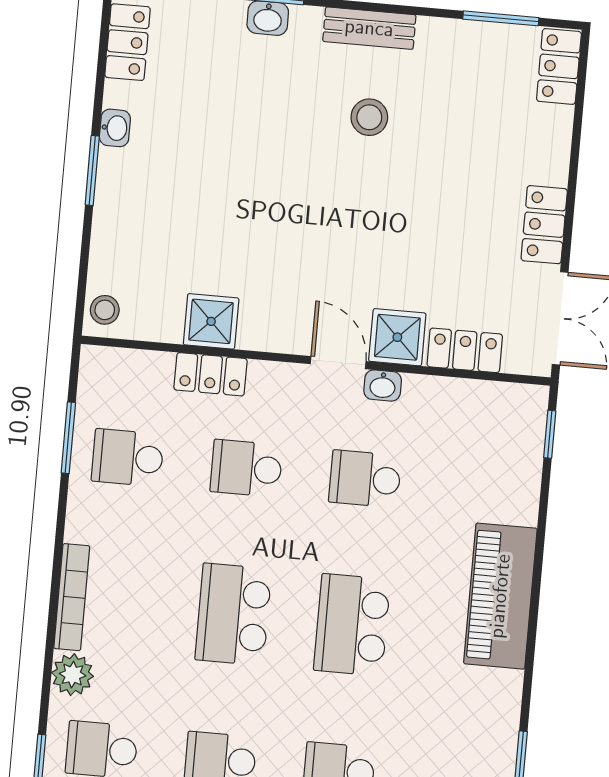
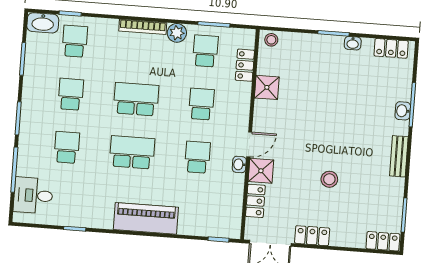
stool: (369, 117) -> (329, 179), moved
locker: (211, 374) -> (245, 65), moved
plant: (73, 675) -> (177, 33), moved

